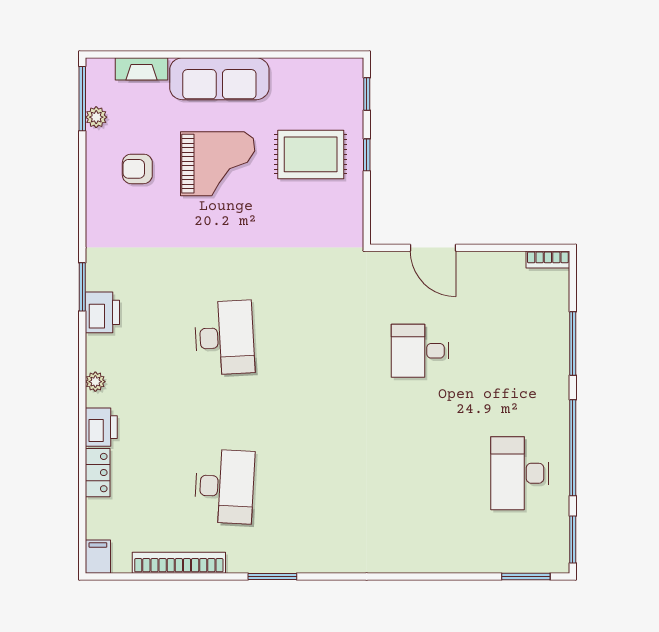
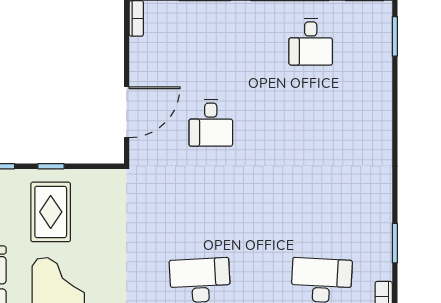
door: (433, 248) -> (127, 112), width x1.36
desk: (519, 473) -> (311, 42), width x0.73

